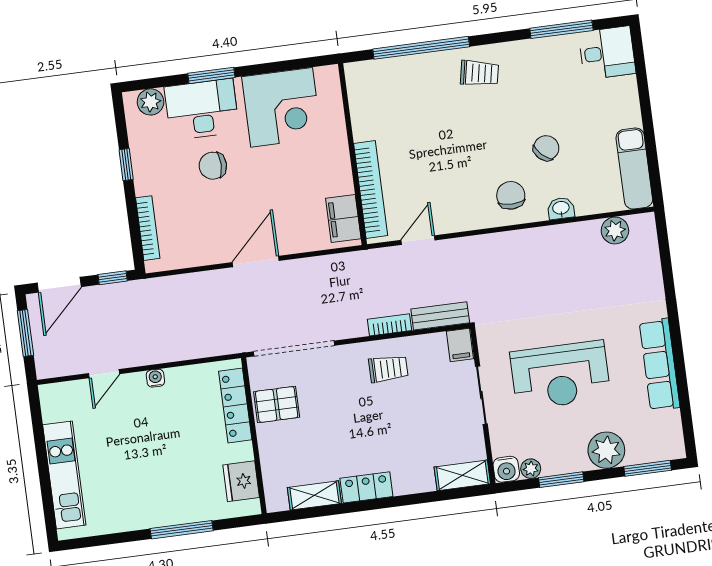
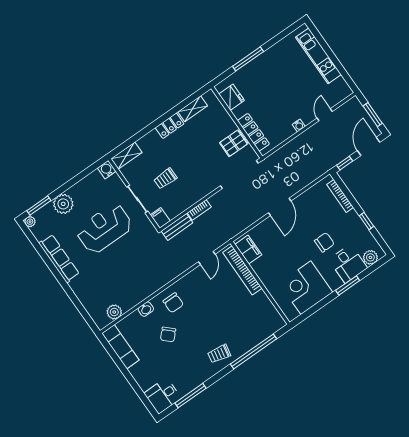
desk: (202, 109) -> (348, 264), width x0.73
trolley: (388, 369) -> (165, 178), moved
plant: (531, 469) -> (30, 222), moved
window: (561, 480) -> (78, 178), removed

